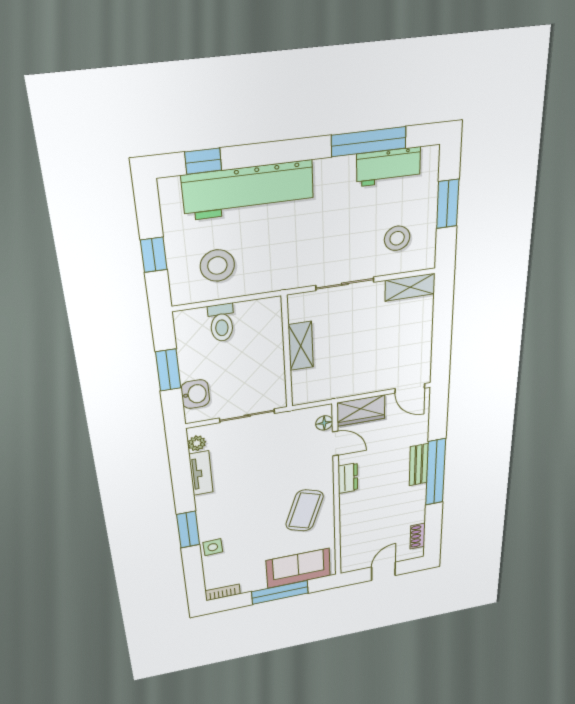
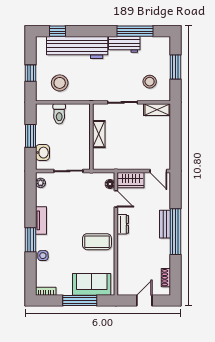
workbench: (388, 167) -> (124, 44), moved
tv unit: (201, 473) -> (41, 220), moved
coffee table: (305, 511) -> (97, 242), turned 71

